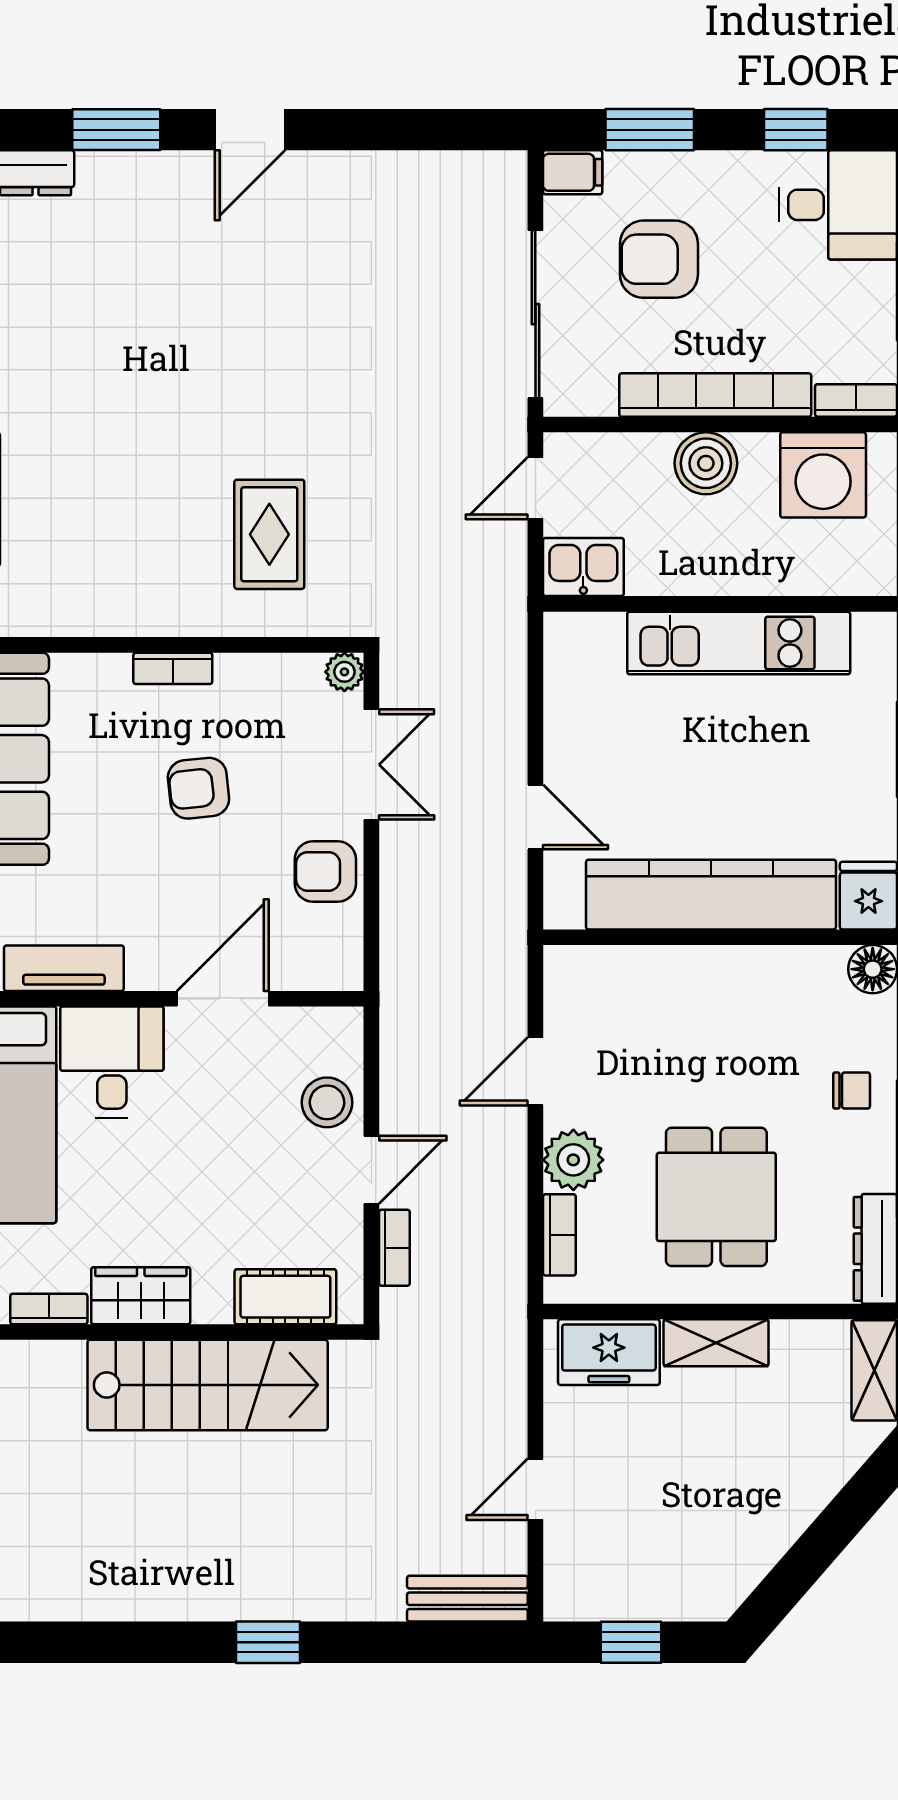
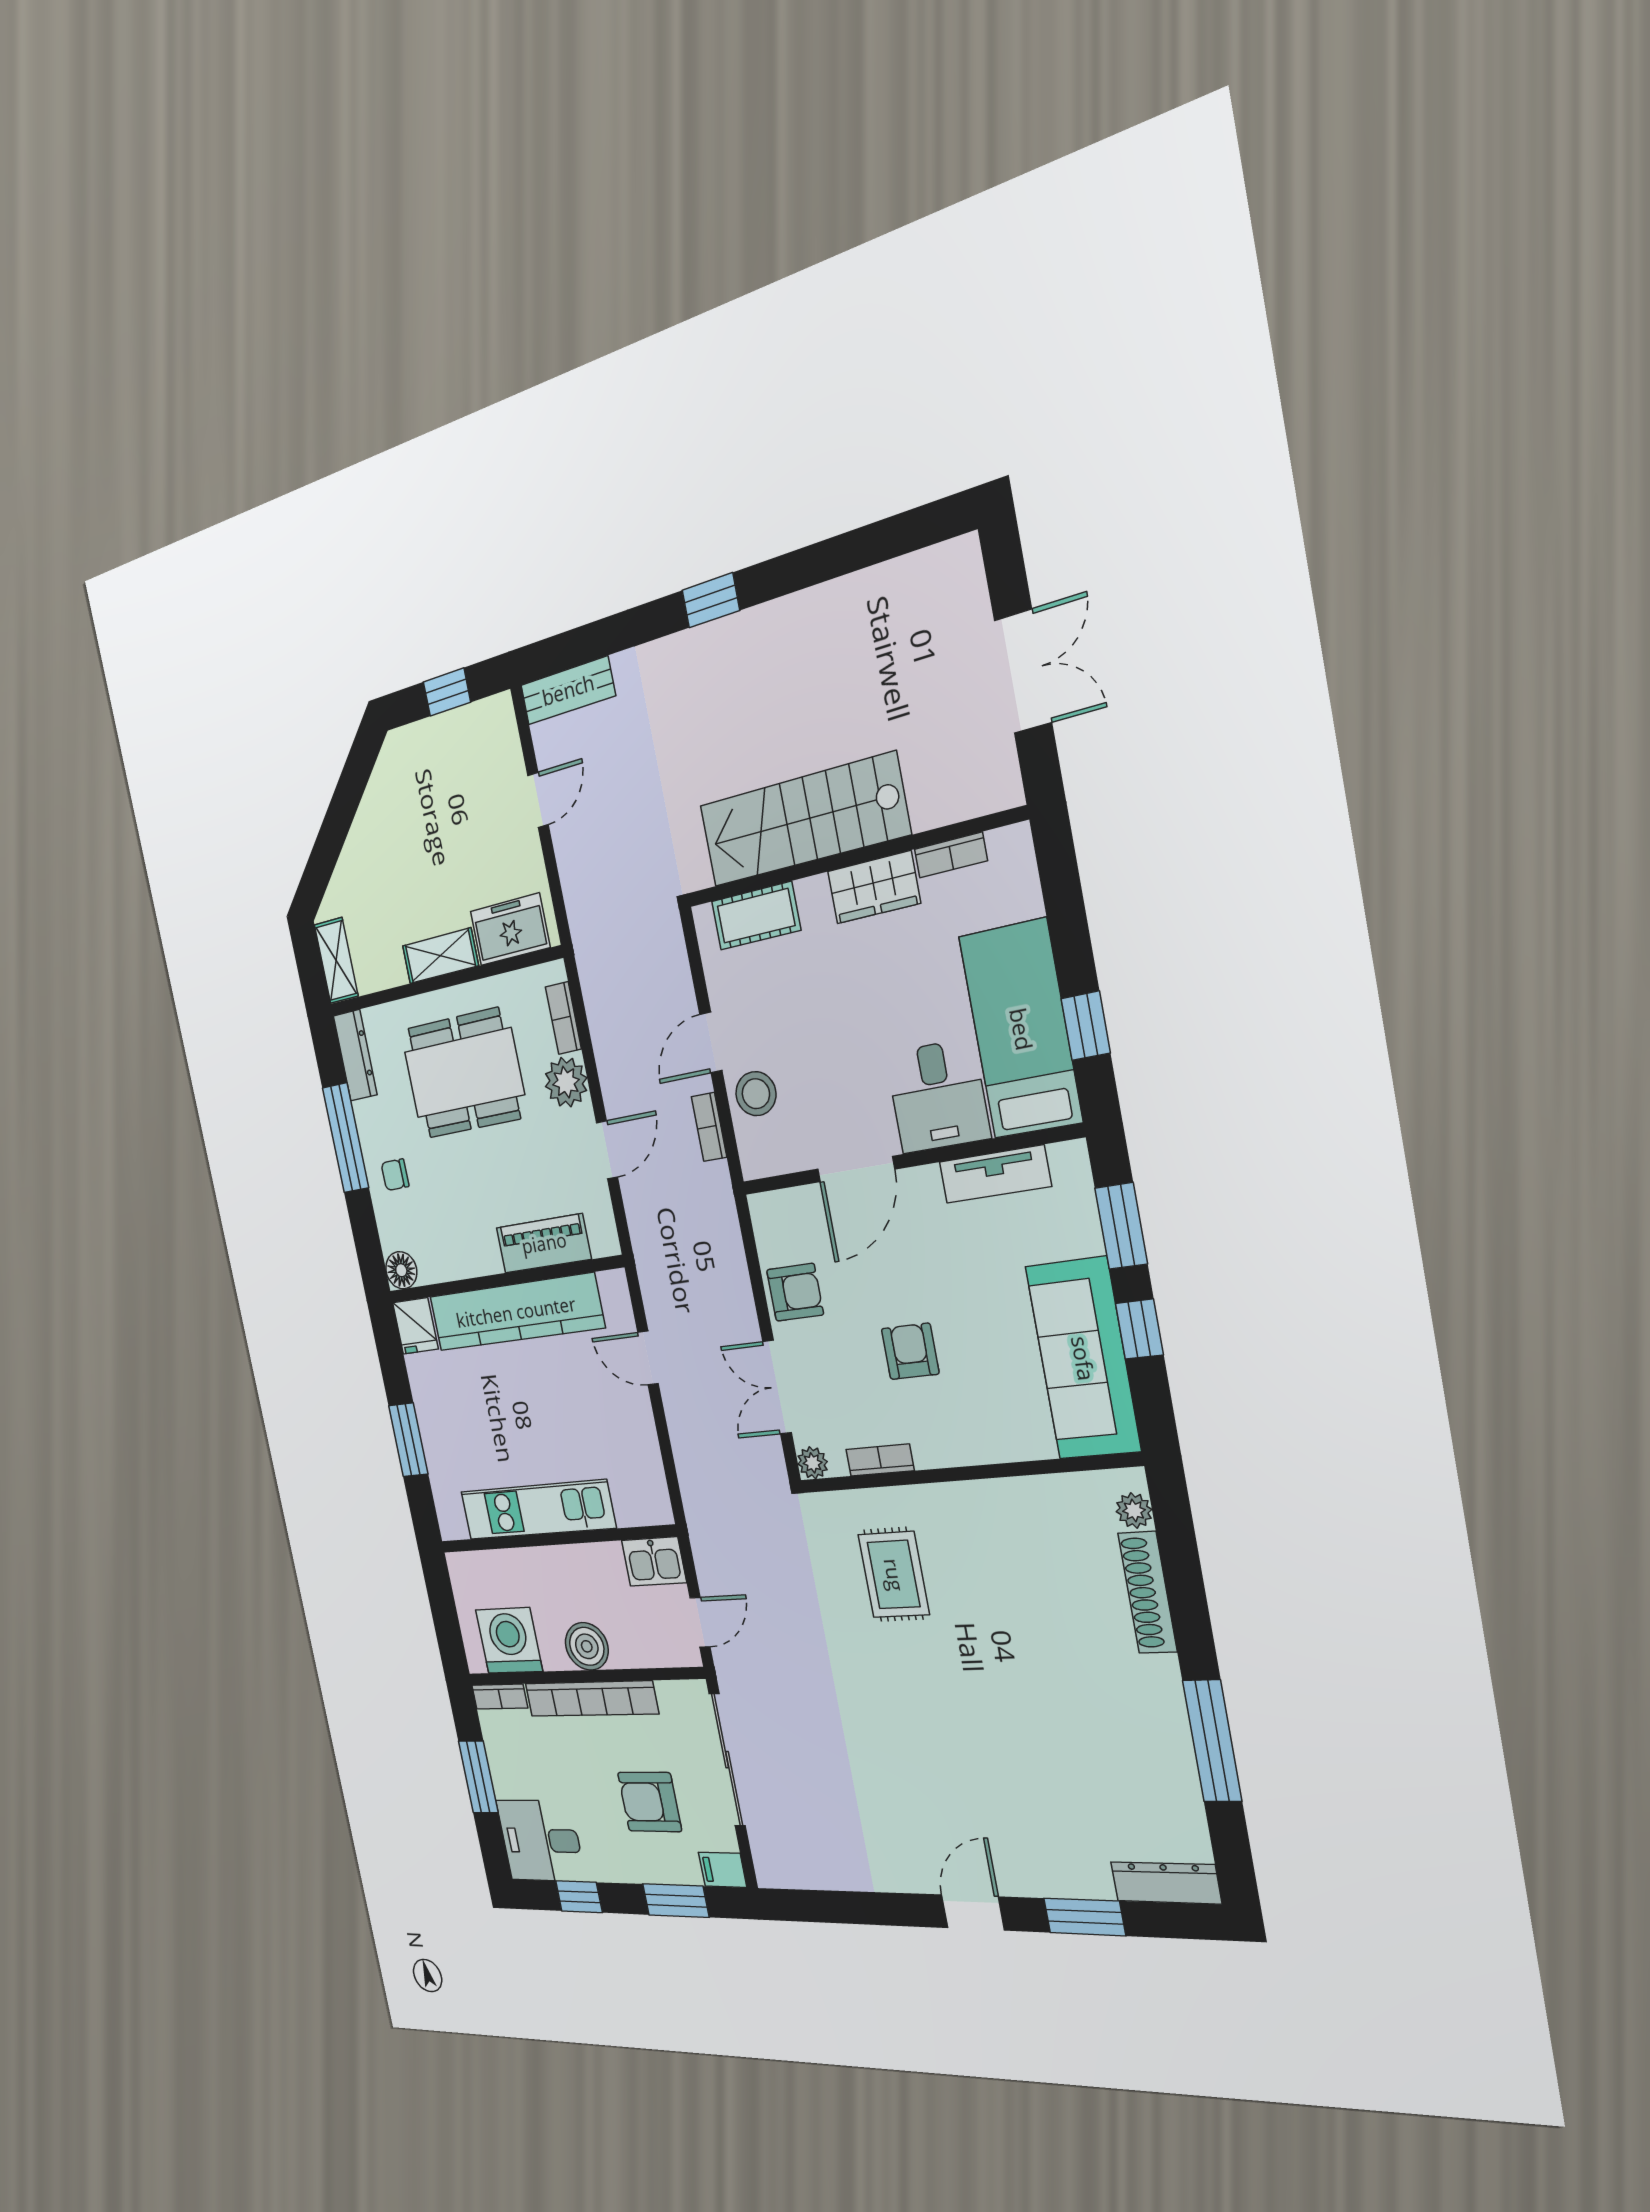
armchair: (659, 259) -> (650, 1802), turned 180
bookcase: (173, 668) -> (880, 1460), moved
armchair: (198, 788) -> (910, 1351), turned -84
piano: (650, 973) -> (544, 1243), added
dining table: (716, 1197) -> (464, 1073), width x1.38
bookcase: (394, 1248) -> (709, 1127), moved

